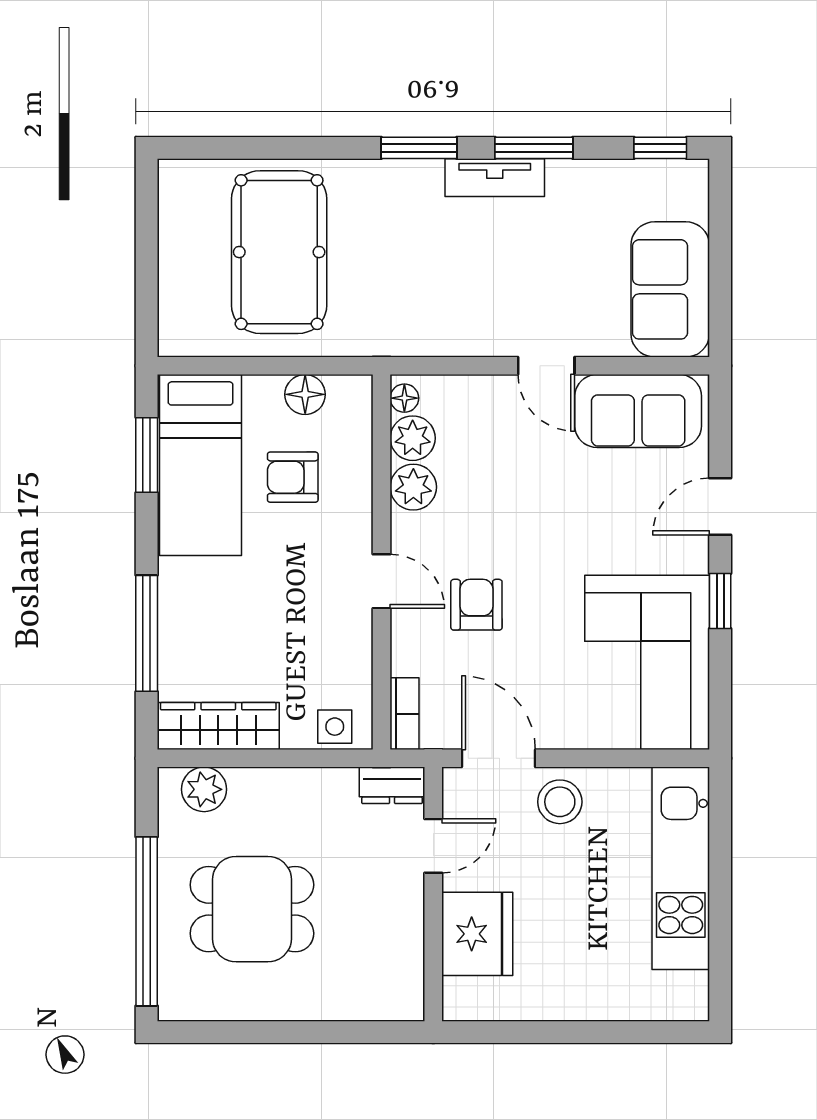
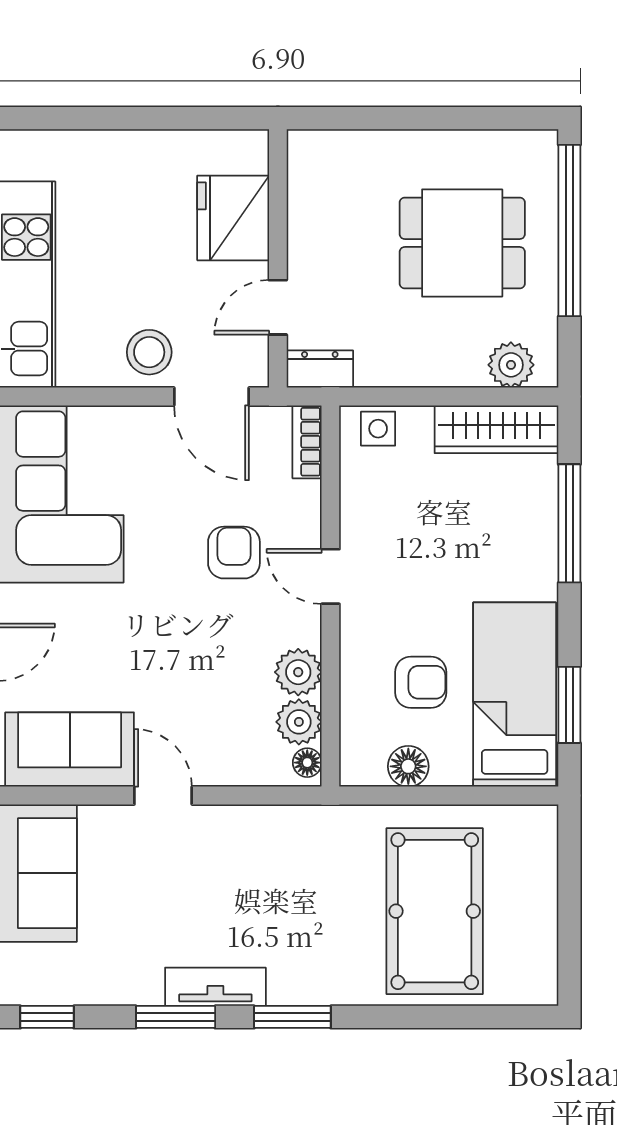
armchair: (476, 605) -> (234, 553), turned 180

